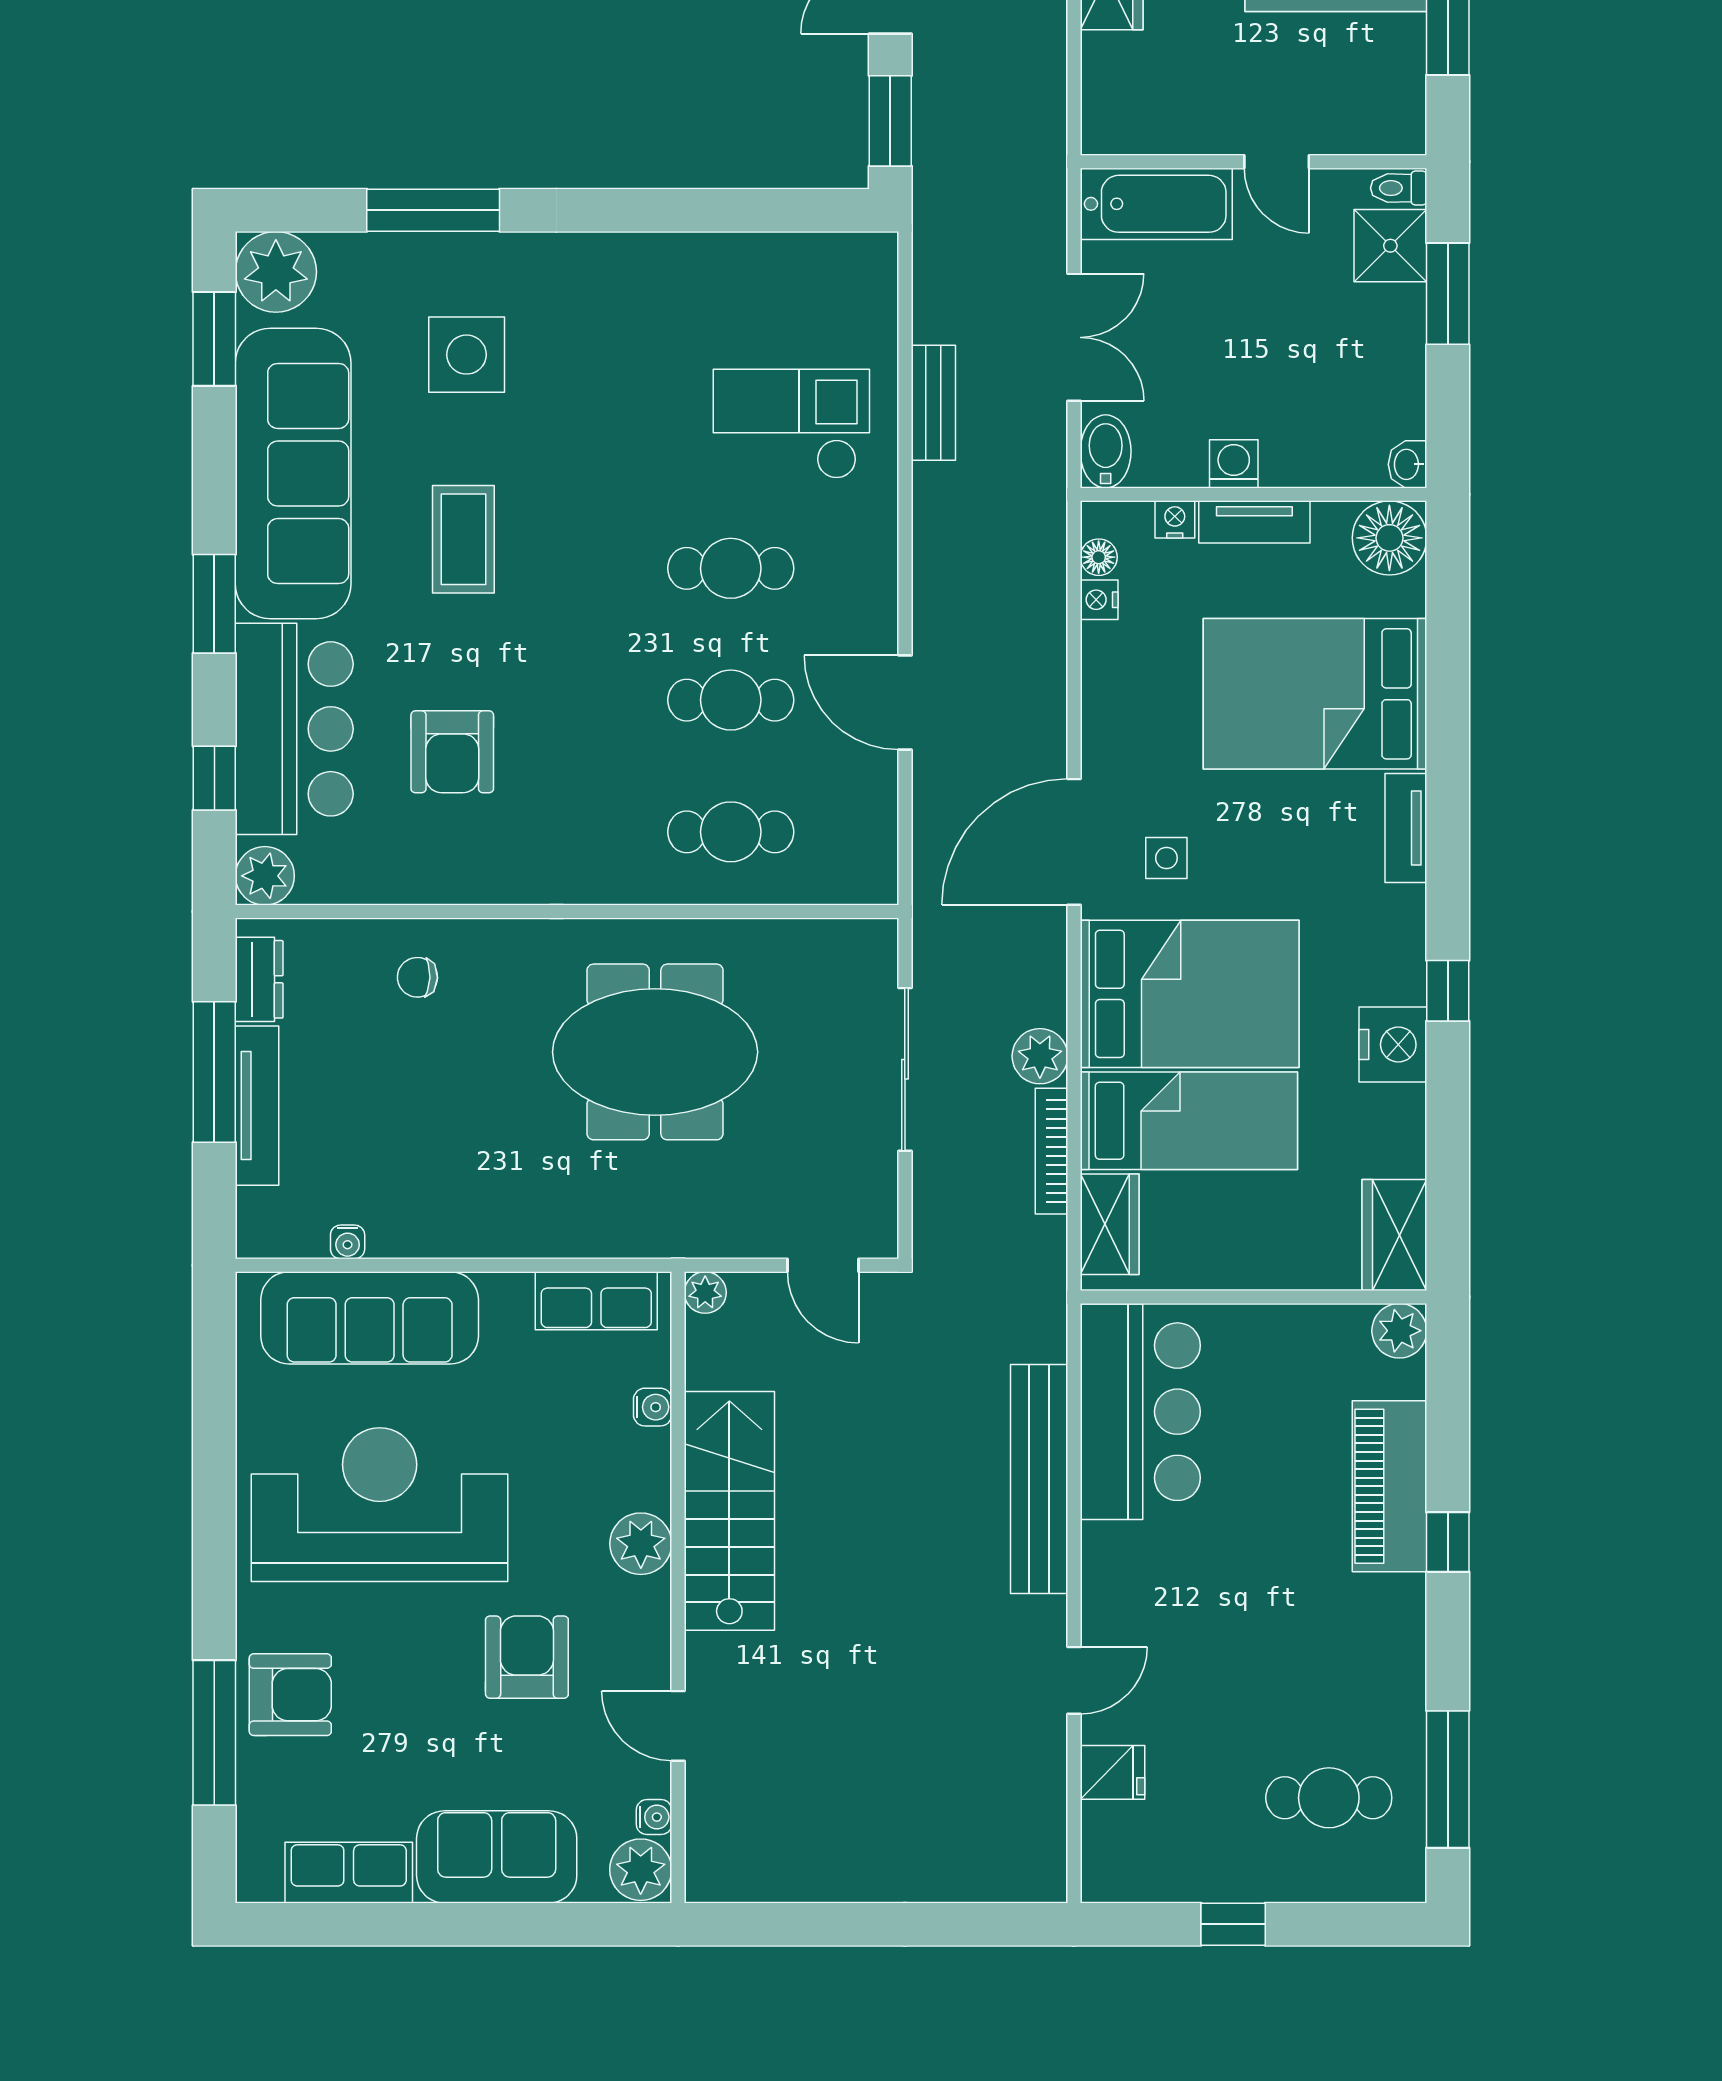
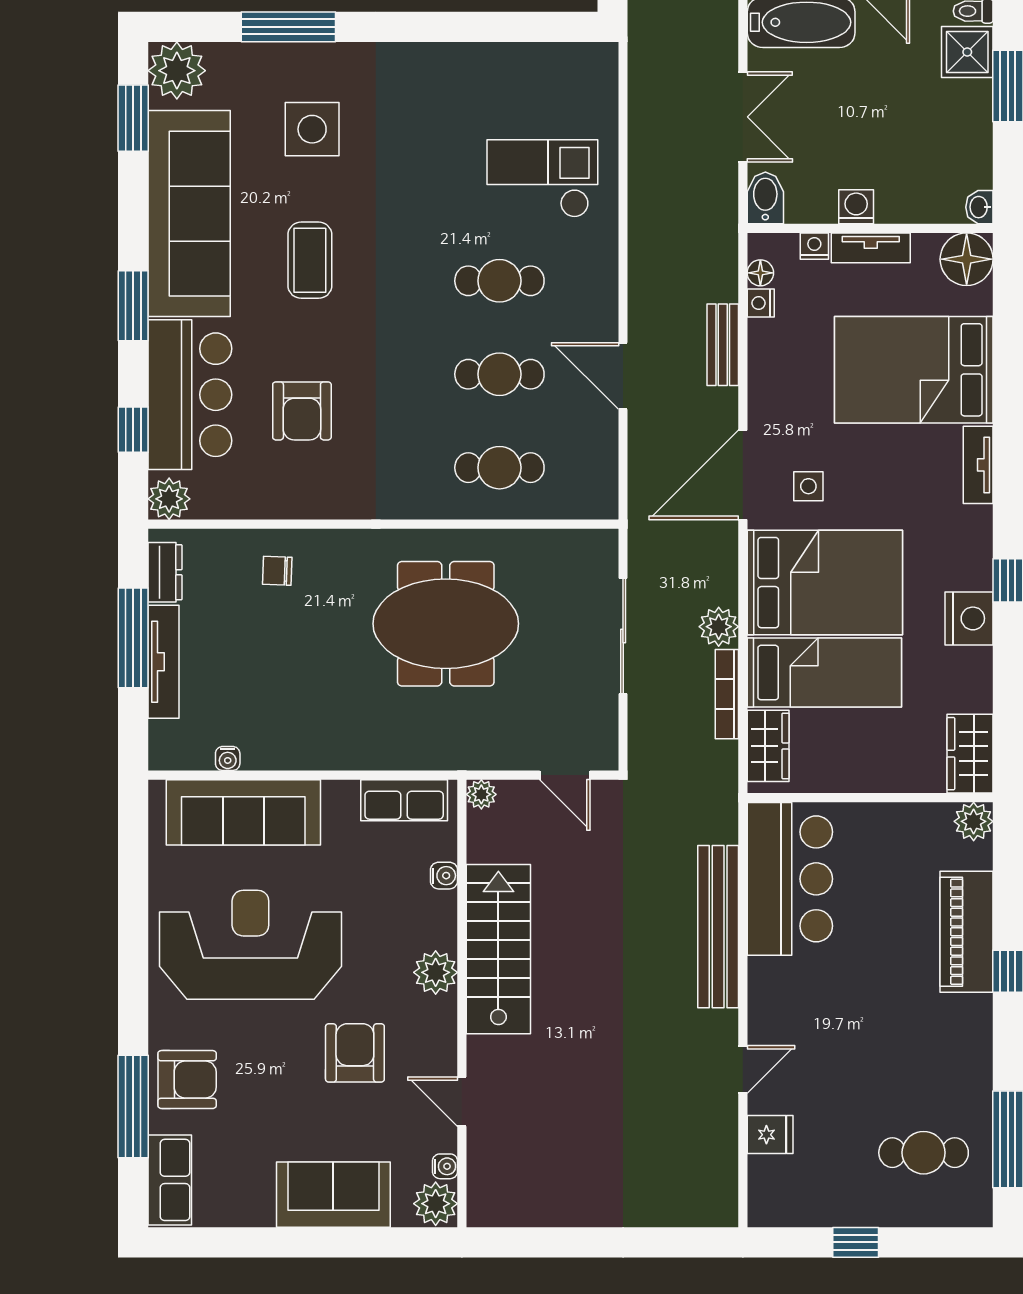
bench: (933, 403) -> (723, 345), moved
row of seats: (349, 1873) -> (170, 1180), moved, turned 90

